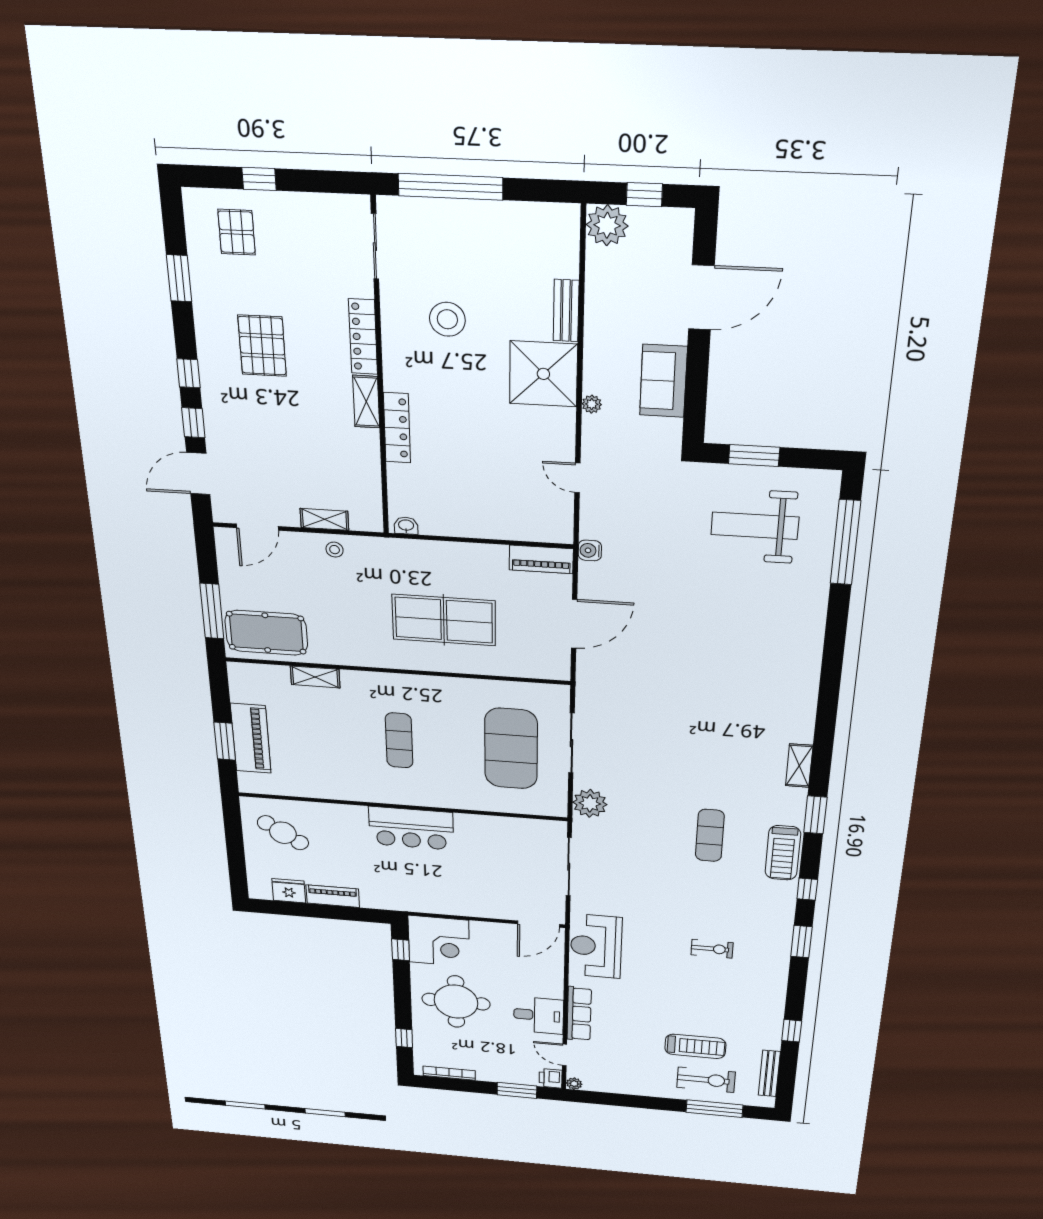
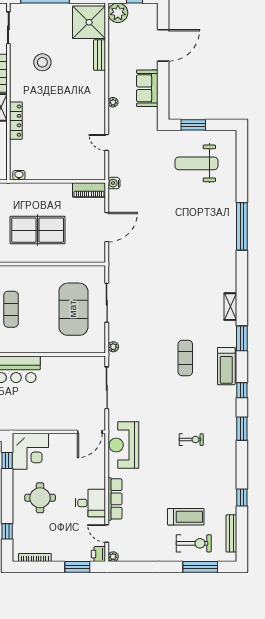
shower: (543, 374) -> (89, 22), moved
window: (845, 542) -> (242, 226), moved
plant: (590, 803) -> (113, 347), width x0.53, depth x0.53
round table: (456, 1002) -> (40, 498), width x0.73, depth x0.73

